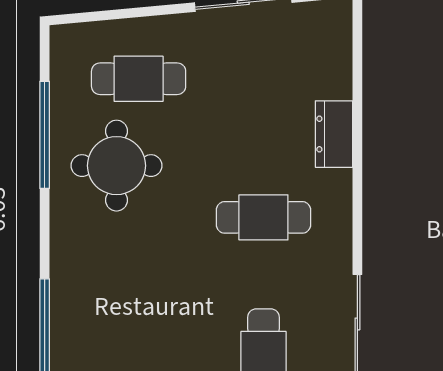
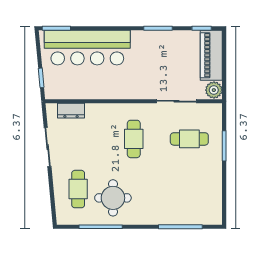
dresser: (334, 134) -> (71, 111), moved

